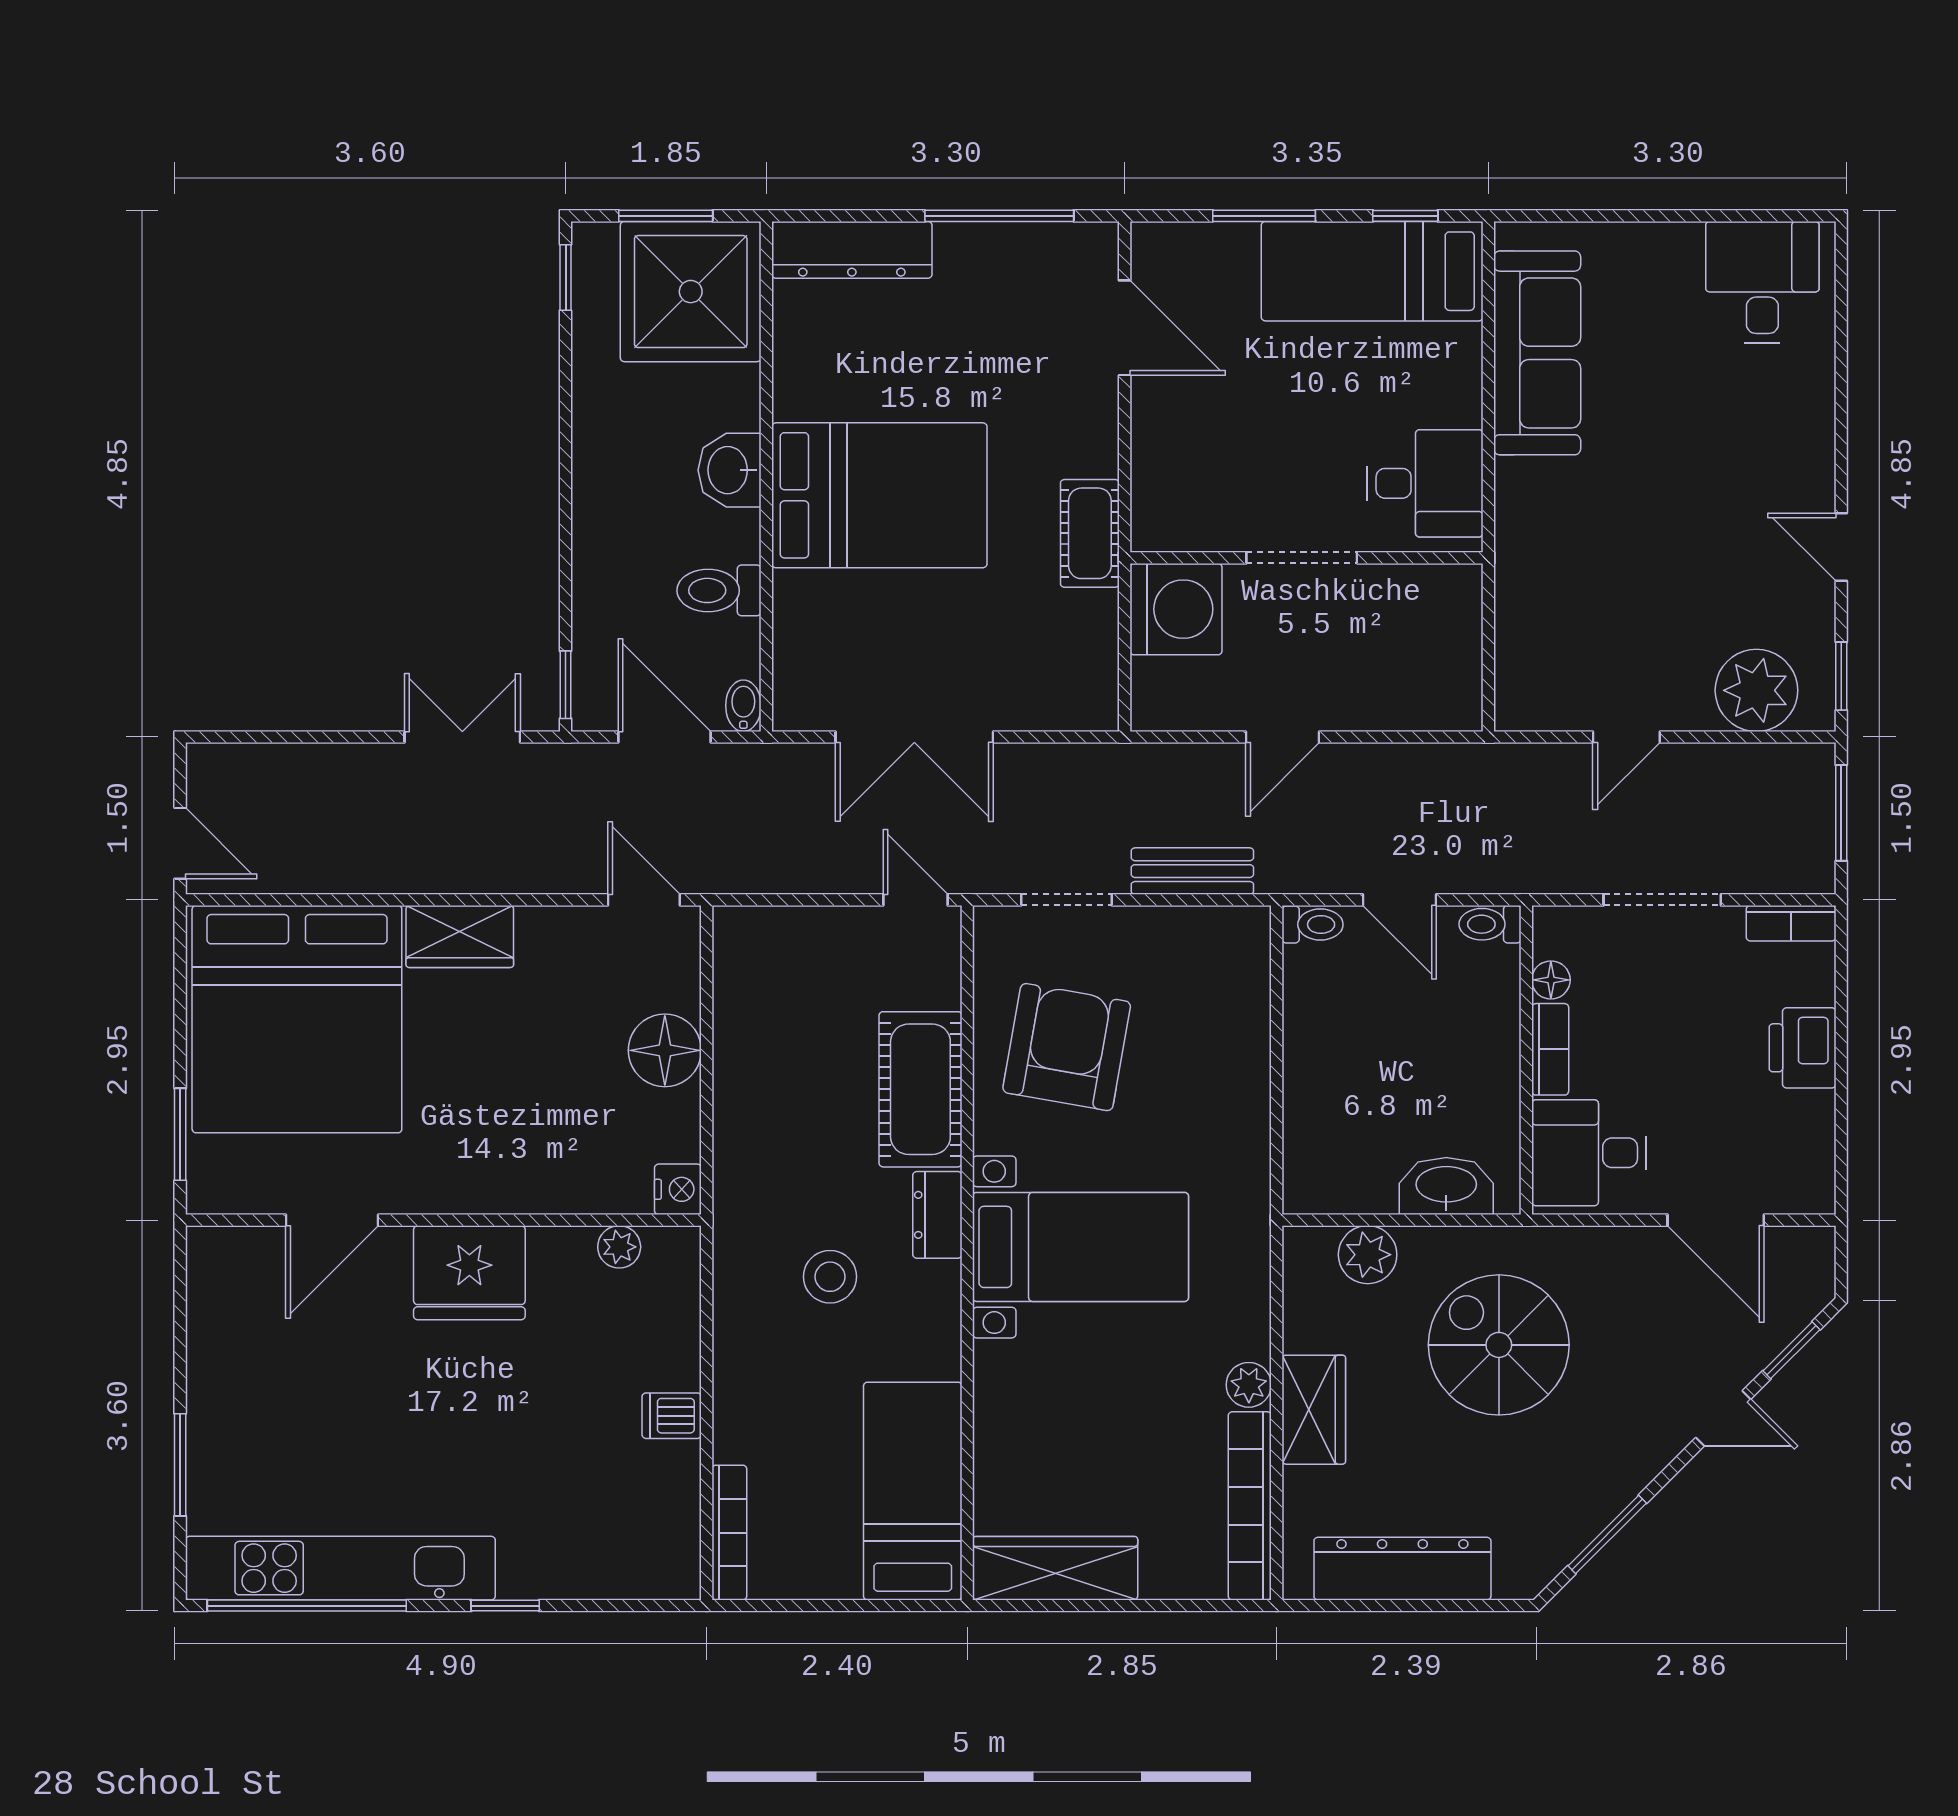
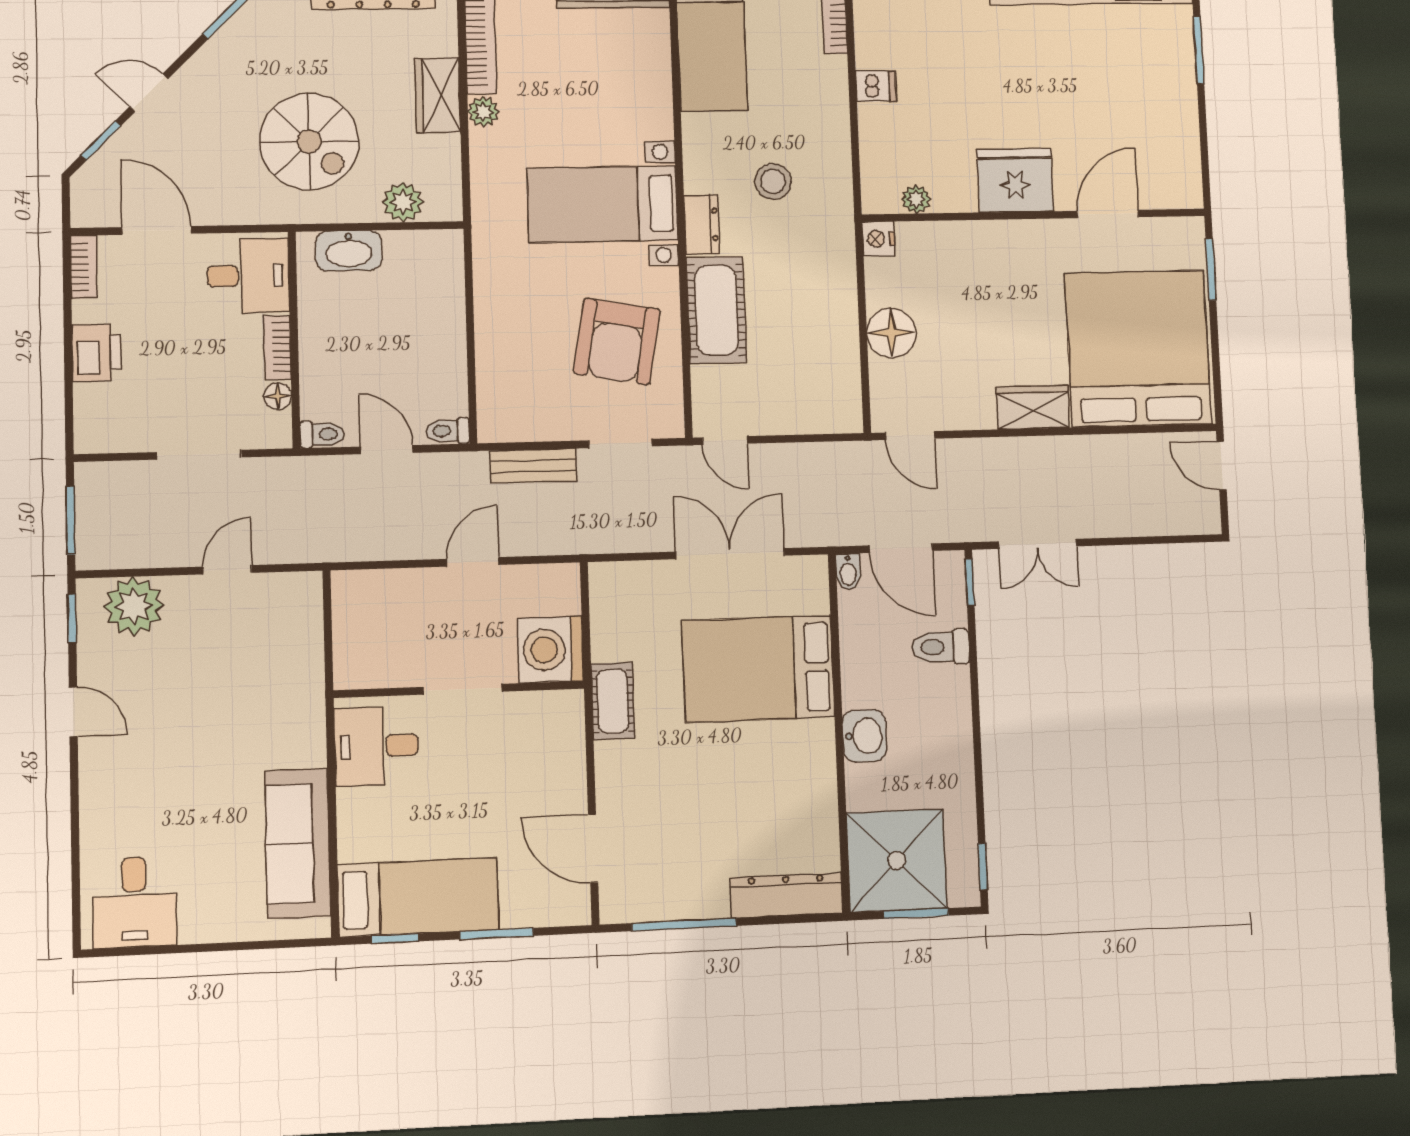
bed: (879, 495) -> (758, 669), moved
toilet: (719, 590) -> (940, 647), moved, turned 180
bookcase: (1791, 923) -> (84, 267), moved, turned 90

